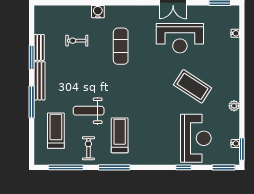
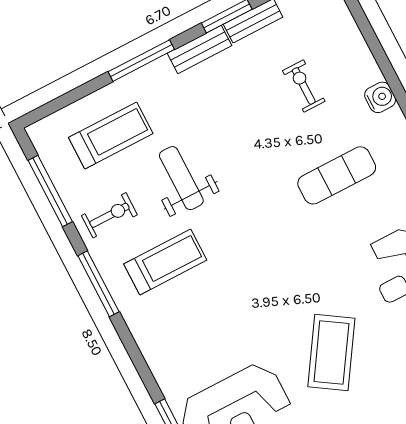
bench: (40, 81) -> (200, 49), width x0.73

